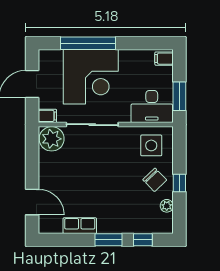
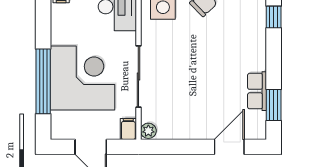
plant: (52, 139) -> (148, 131), width x0.53, depth x0.53
window: (109, 240) -> (274, 105), moved

